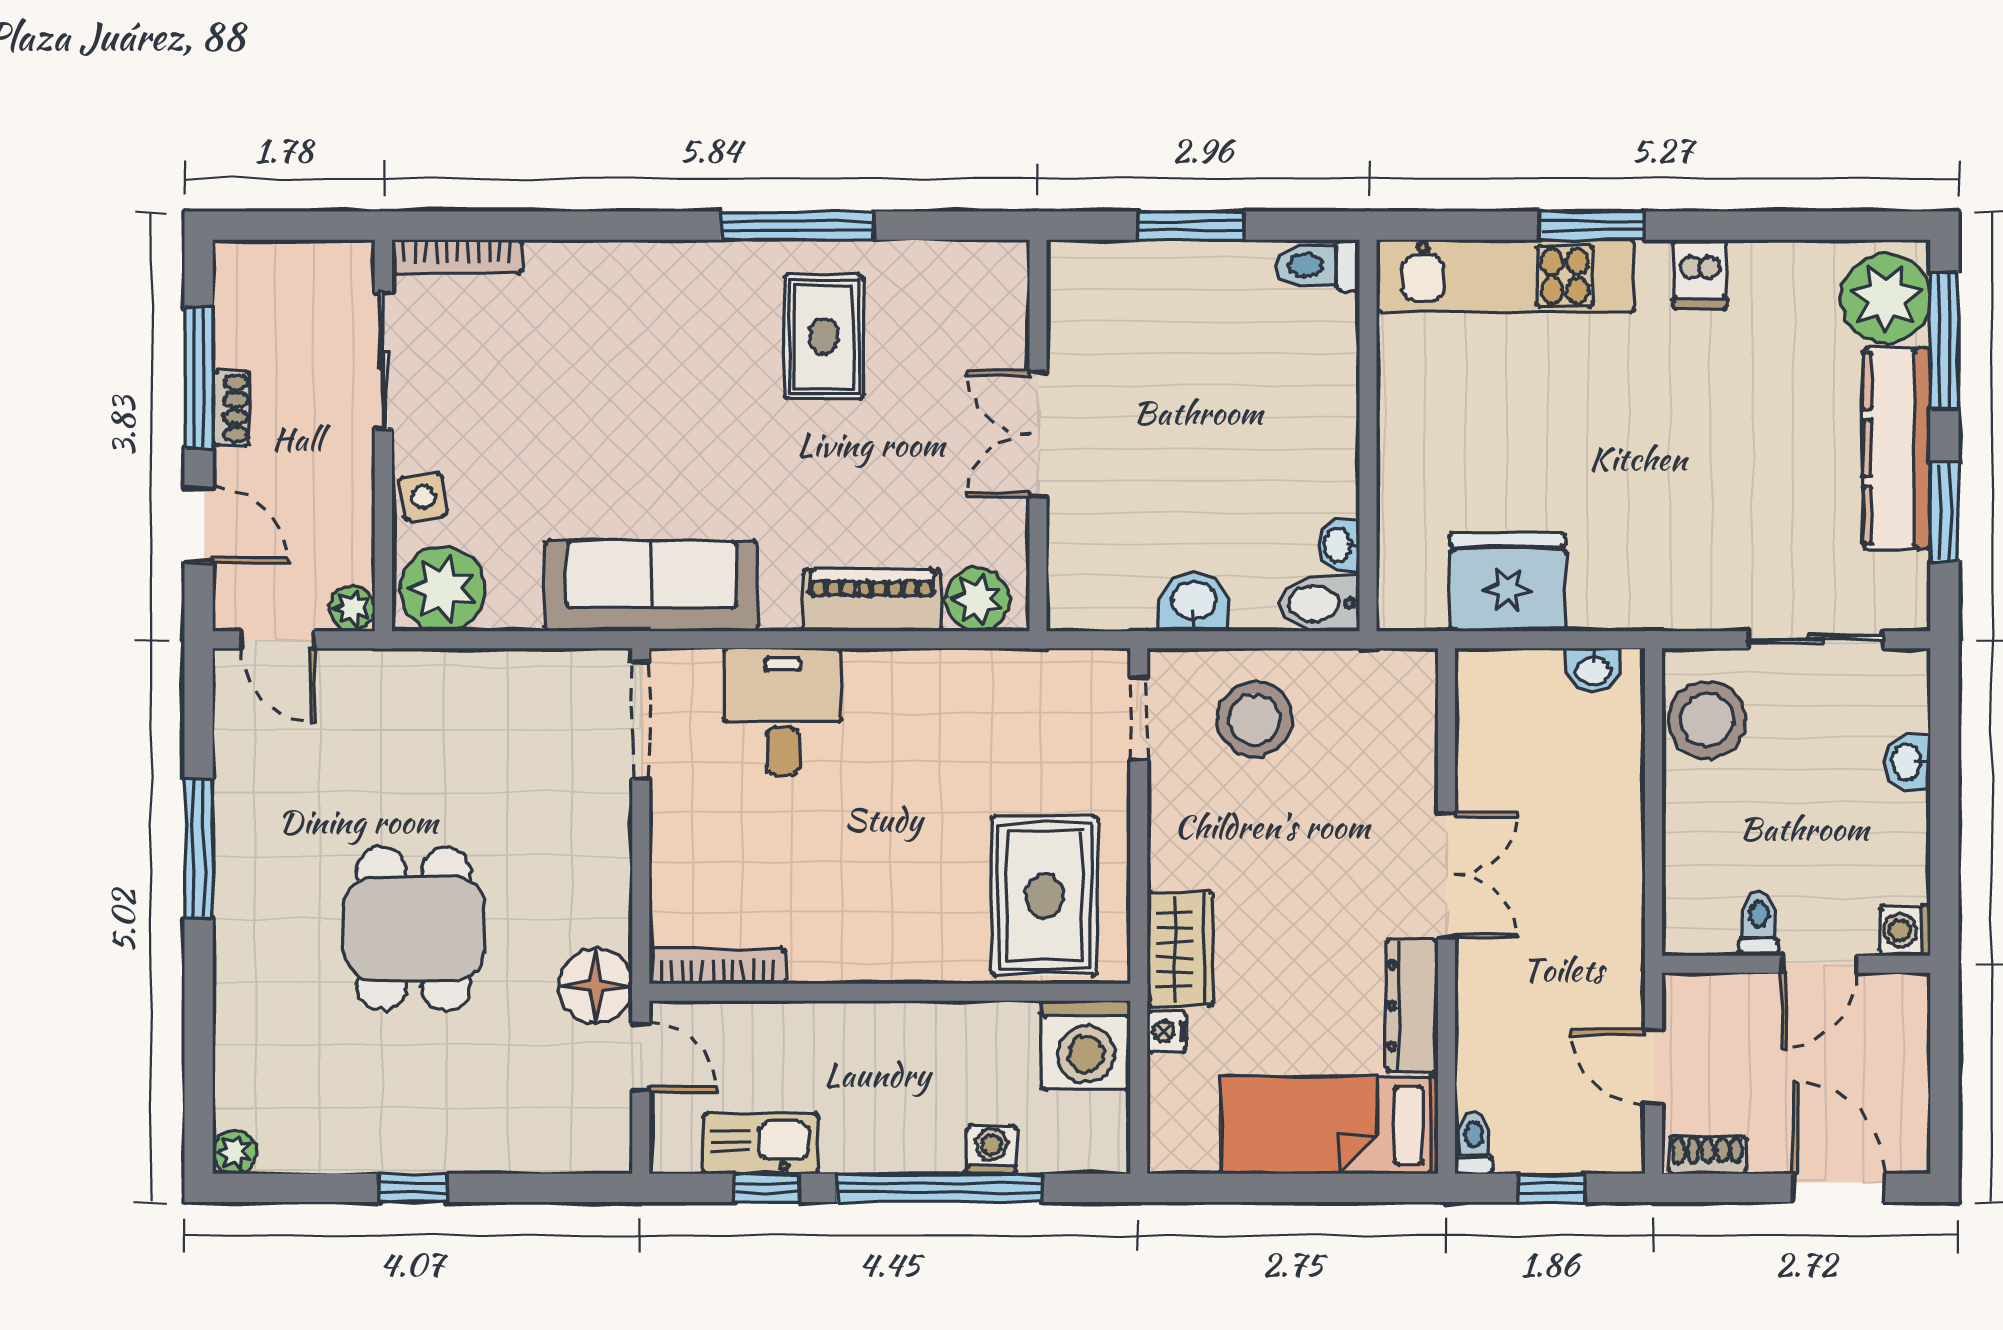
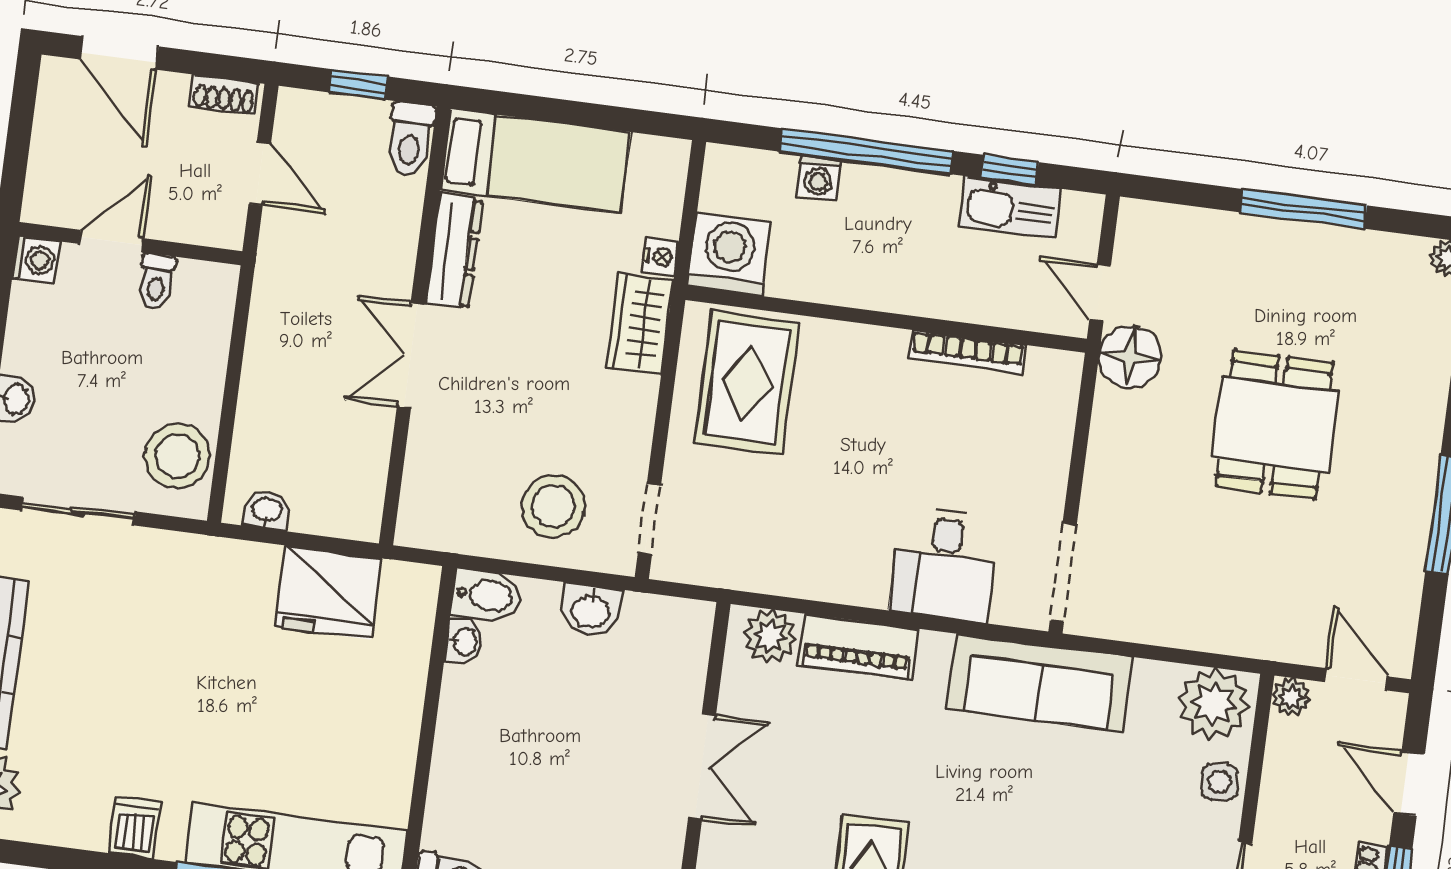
bookcase: (717, 966) -> (968, 352), moved
toilet: (1474, 1143) -> (410, 139), width x1.37, depth x1.39
window: (413, 1188) -> (1303, 209), width x2.17

